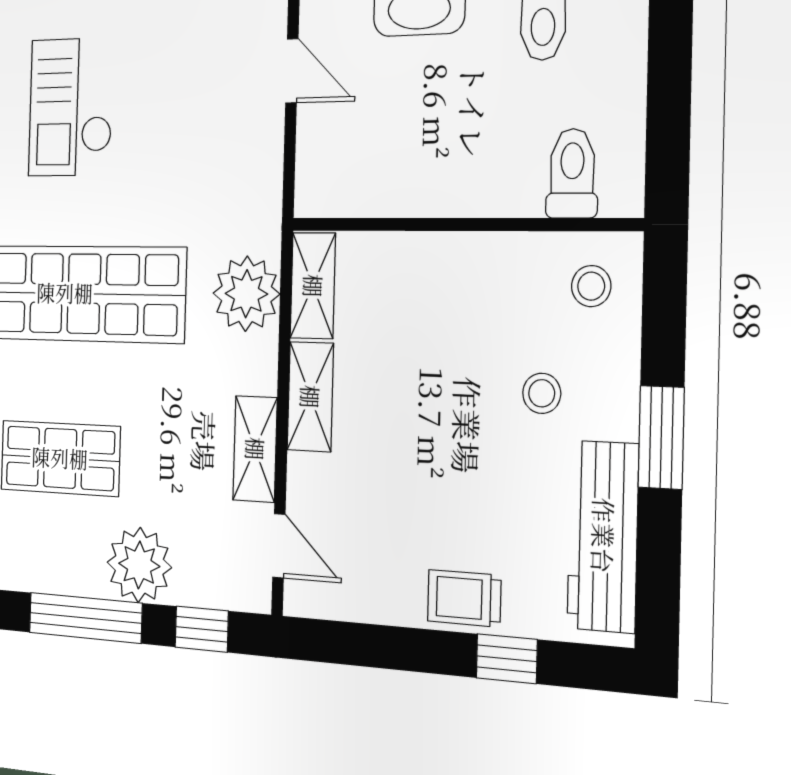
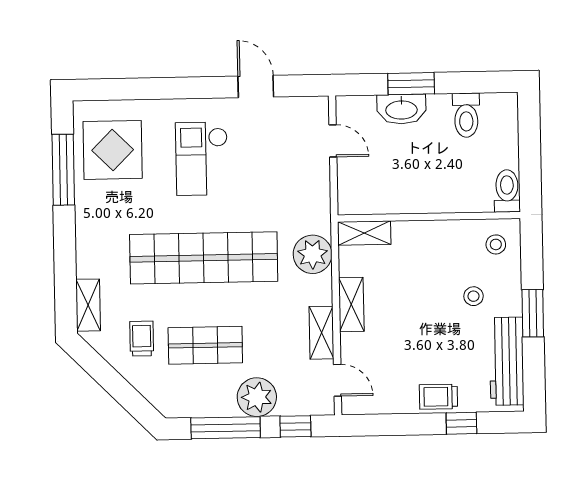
toilet: (572, 173) -> (507, 191), moved
shelving: (313, 286) -> (364, 233), moved, turned 90

